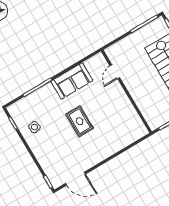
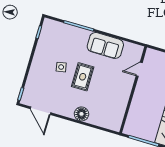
side table: (34, 127) -> (61, 67), moved
floor lamp: (108, 149) -> (81, 114), added

